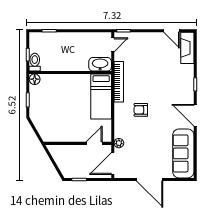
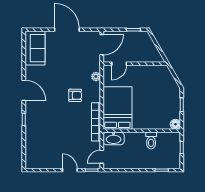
door: (171, 31) -> (70, 170), moved
fireplace: (187, 48) -> (31, 154), removed
toilet: (35, 62) -> (151, 140), moved
bed: (101, 97) -> (117, 108), width x1.50
plant: (119, 143) -> (96, 77), moved
sofa: (183, 153) -> (35, 48), width x0.73

